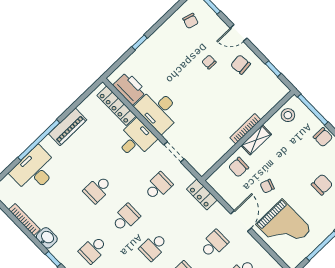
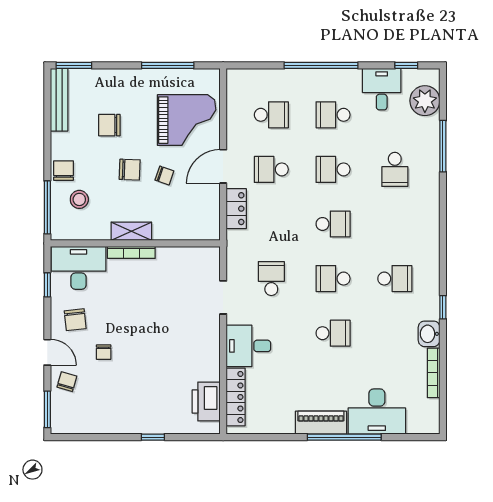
chair: (191, 21) -> (67, 382), moved
desk: (158, 110) -> (79, 268), moved, turned -90
stool: (288, 115) -> (79, 199), moved
piano: (68, 127) -> (321, 423), moved
chair: (239, 167) -> (130, 170), moved
school desk: (158, 186) -> (271, 279), turned 90
locker: (202, 195) -> (236, 209), moved
grand piano: (284, 227) -> (187, 120), turned 90

